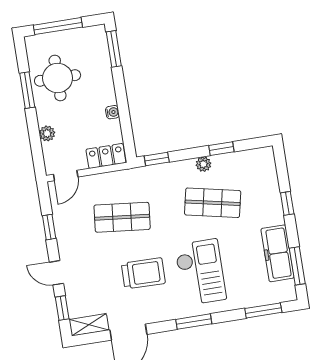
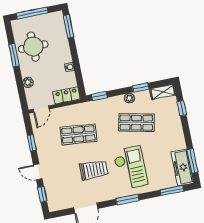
window: (287, 203) -> (182, 108), moved
freezer: (277, 253) -> (182, 167), moved
shelving: (89, 325) -> (163, 92), moved

